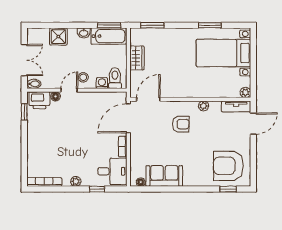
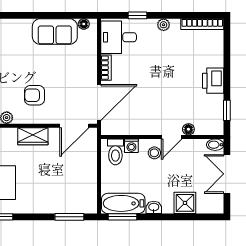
wardrobe: (137, 58) -> (33, 136), moved, turned -90
printer: (39, 100) -> (213, 81), moved, turned -90

